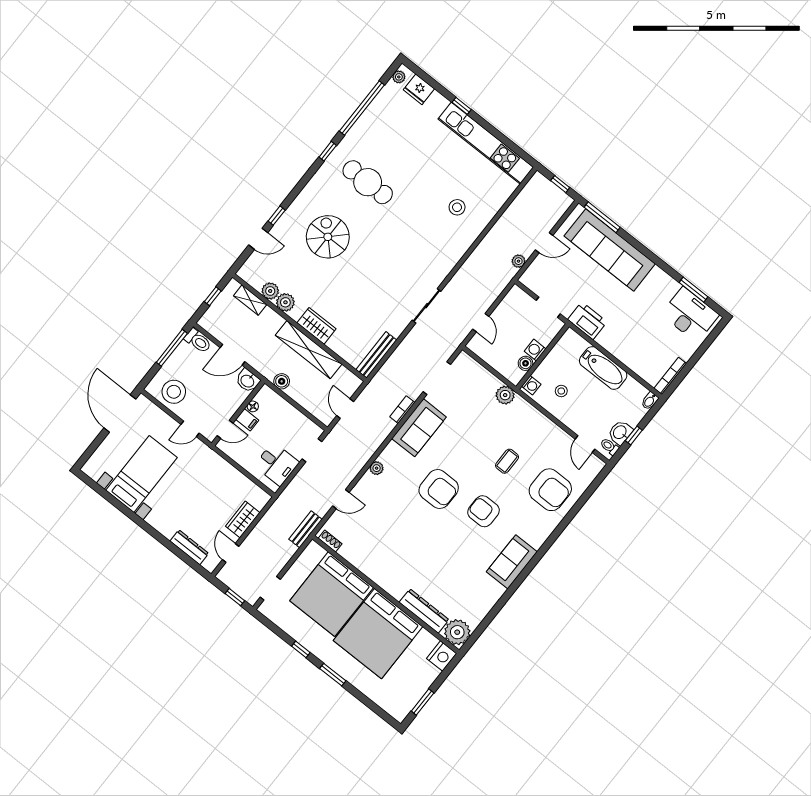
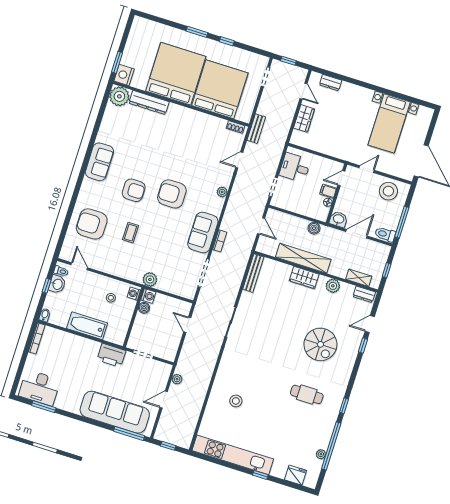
plant: (399, 77) -> (321, 454), moved
cafe table: (368, 182) -> (307, 394), width x0.73, depth x0.74
dresser: (251, 277) -> (364, 294), added
plant: (270, 291) -> (347, 290), removed
washing machine: (535, 350) -> (148, 296), moved
dresser: (189, 547) -> (331, 83), width x0.70
window: (423, 702) -> (117, 62), moved

